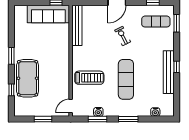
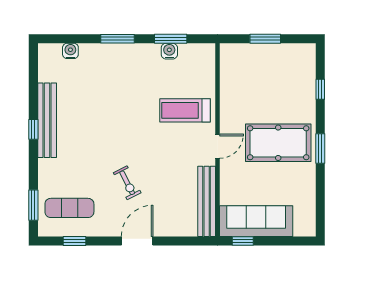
pool table: (28, 78) -> (278, 143), moved, turned 90
exercise mat: (126, 79) -> (121, 108), removed
door: (71, 106) -> (217, 146), moved

